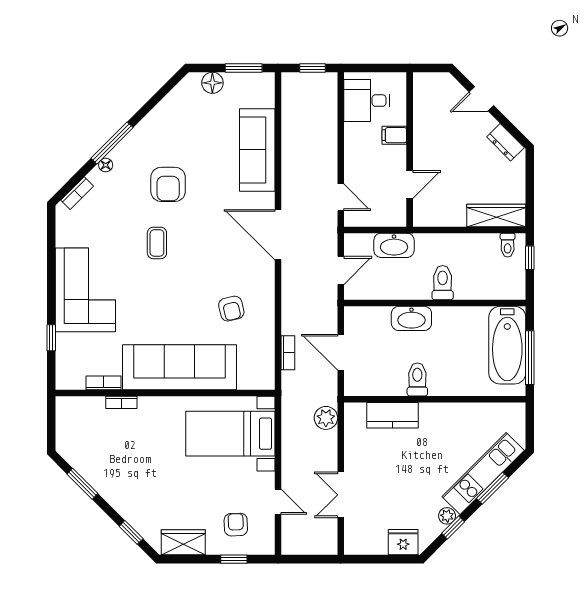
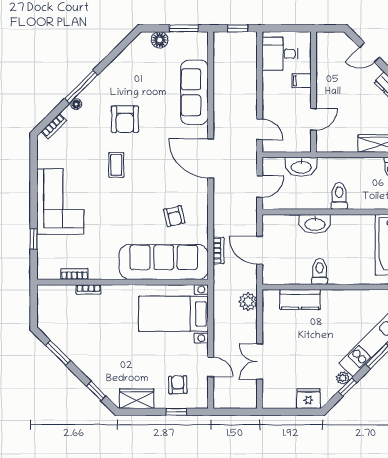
sofa: (179, 367) -> (164, 262), moved

